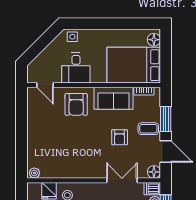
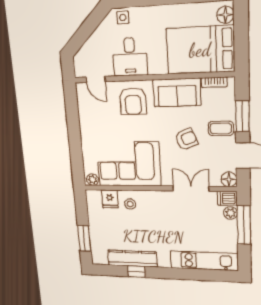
armchair: (120, 137) -> (186, 139), turned -112
corner sofa: (69, 159) -> (129, 164), added

